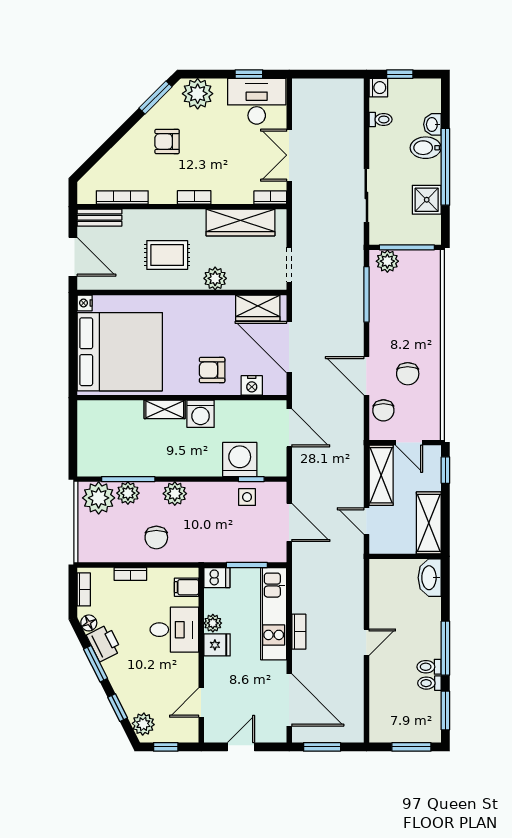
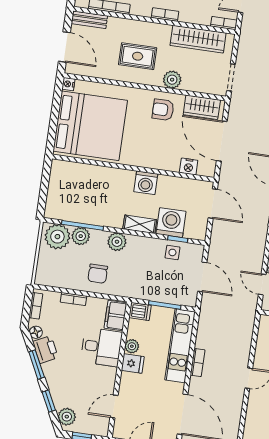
armchair: (212, 370) -> (163, 110), moved
shelving: (165, 409) -> (140, 224), moved
filing cabinet: (187, 587) -> (116, 315), width x2.00

